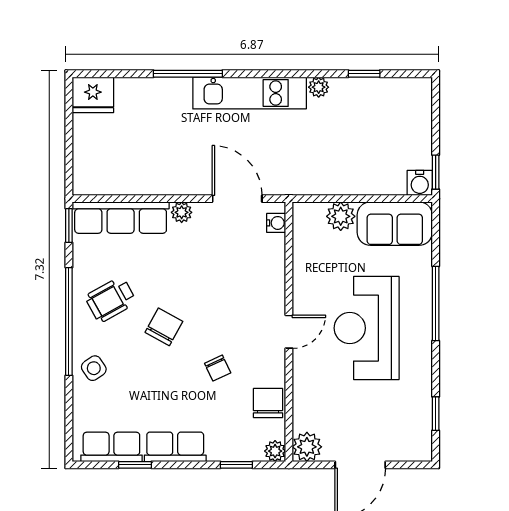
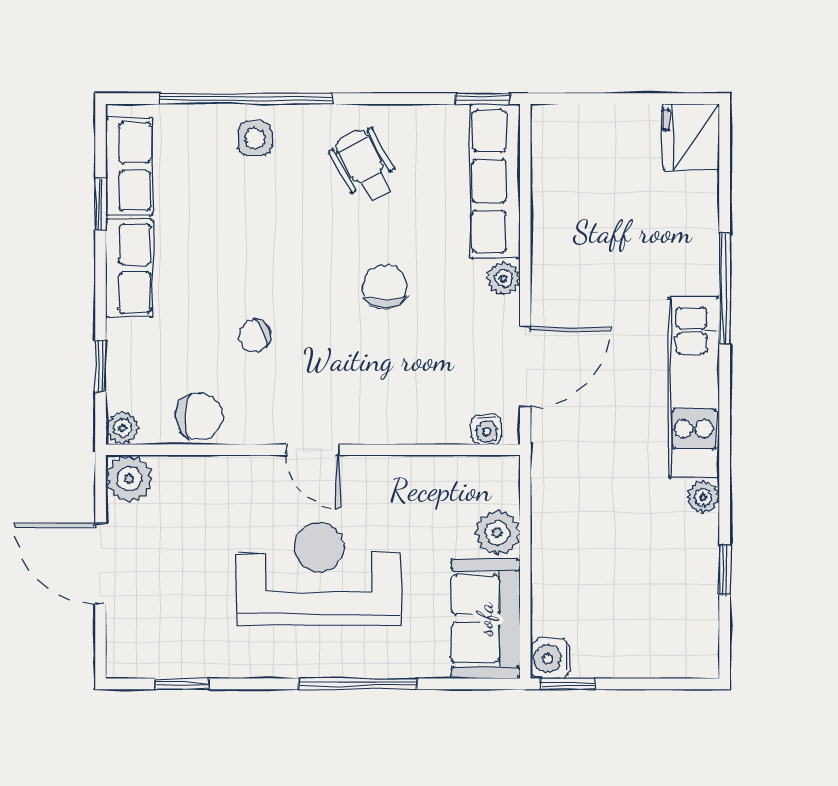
window: (69, 322) -> (246, 99), moved
chair: (164, 327) -> (385, 287), moved, turned -119
side table: (94, 368) -> (255, 138), turned 34

